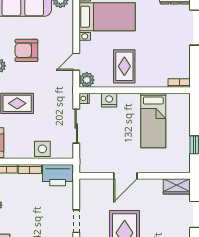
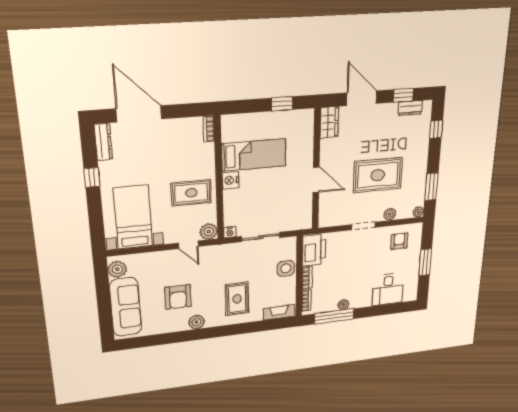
nightstand: (109, 100) -> (231, 180), moved

